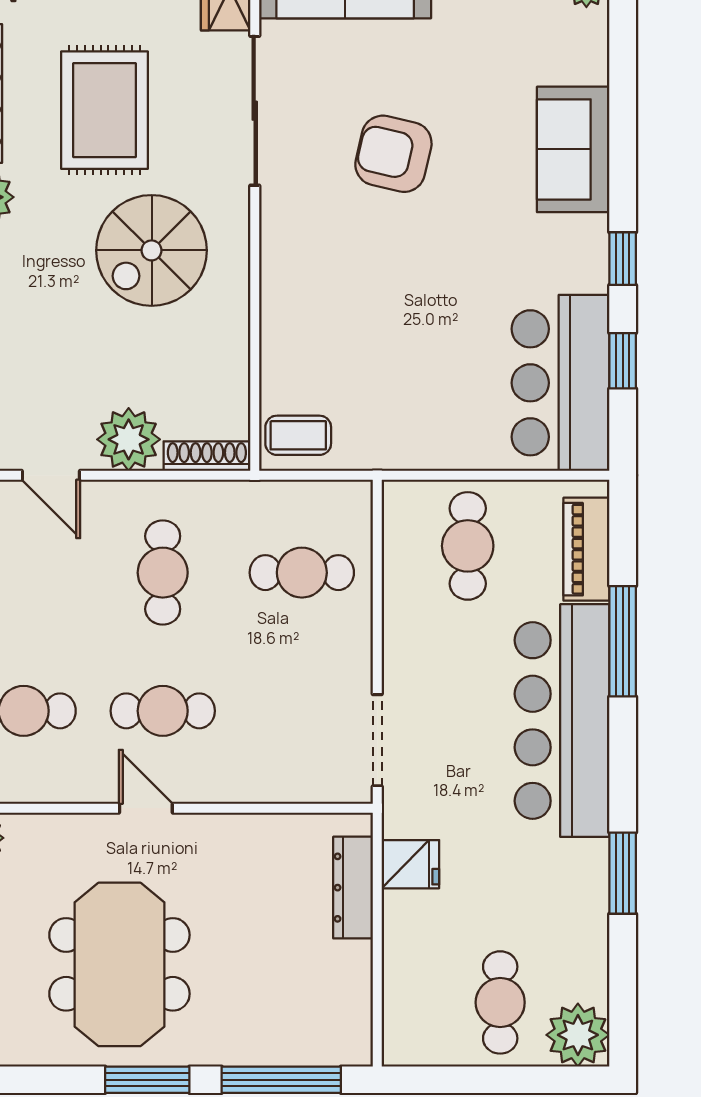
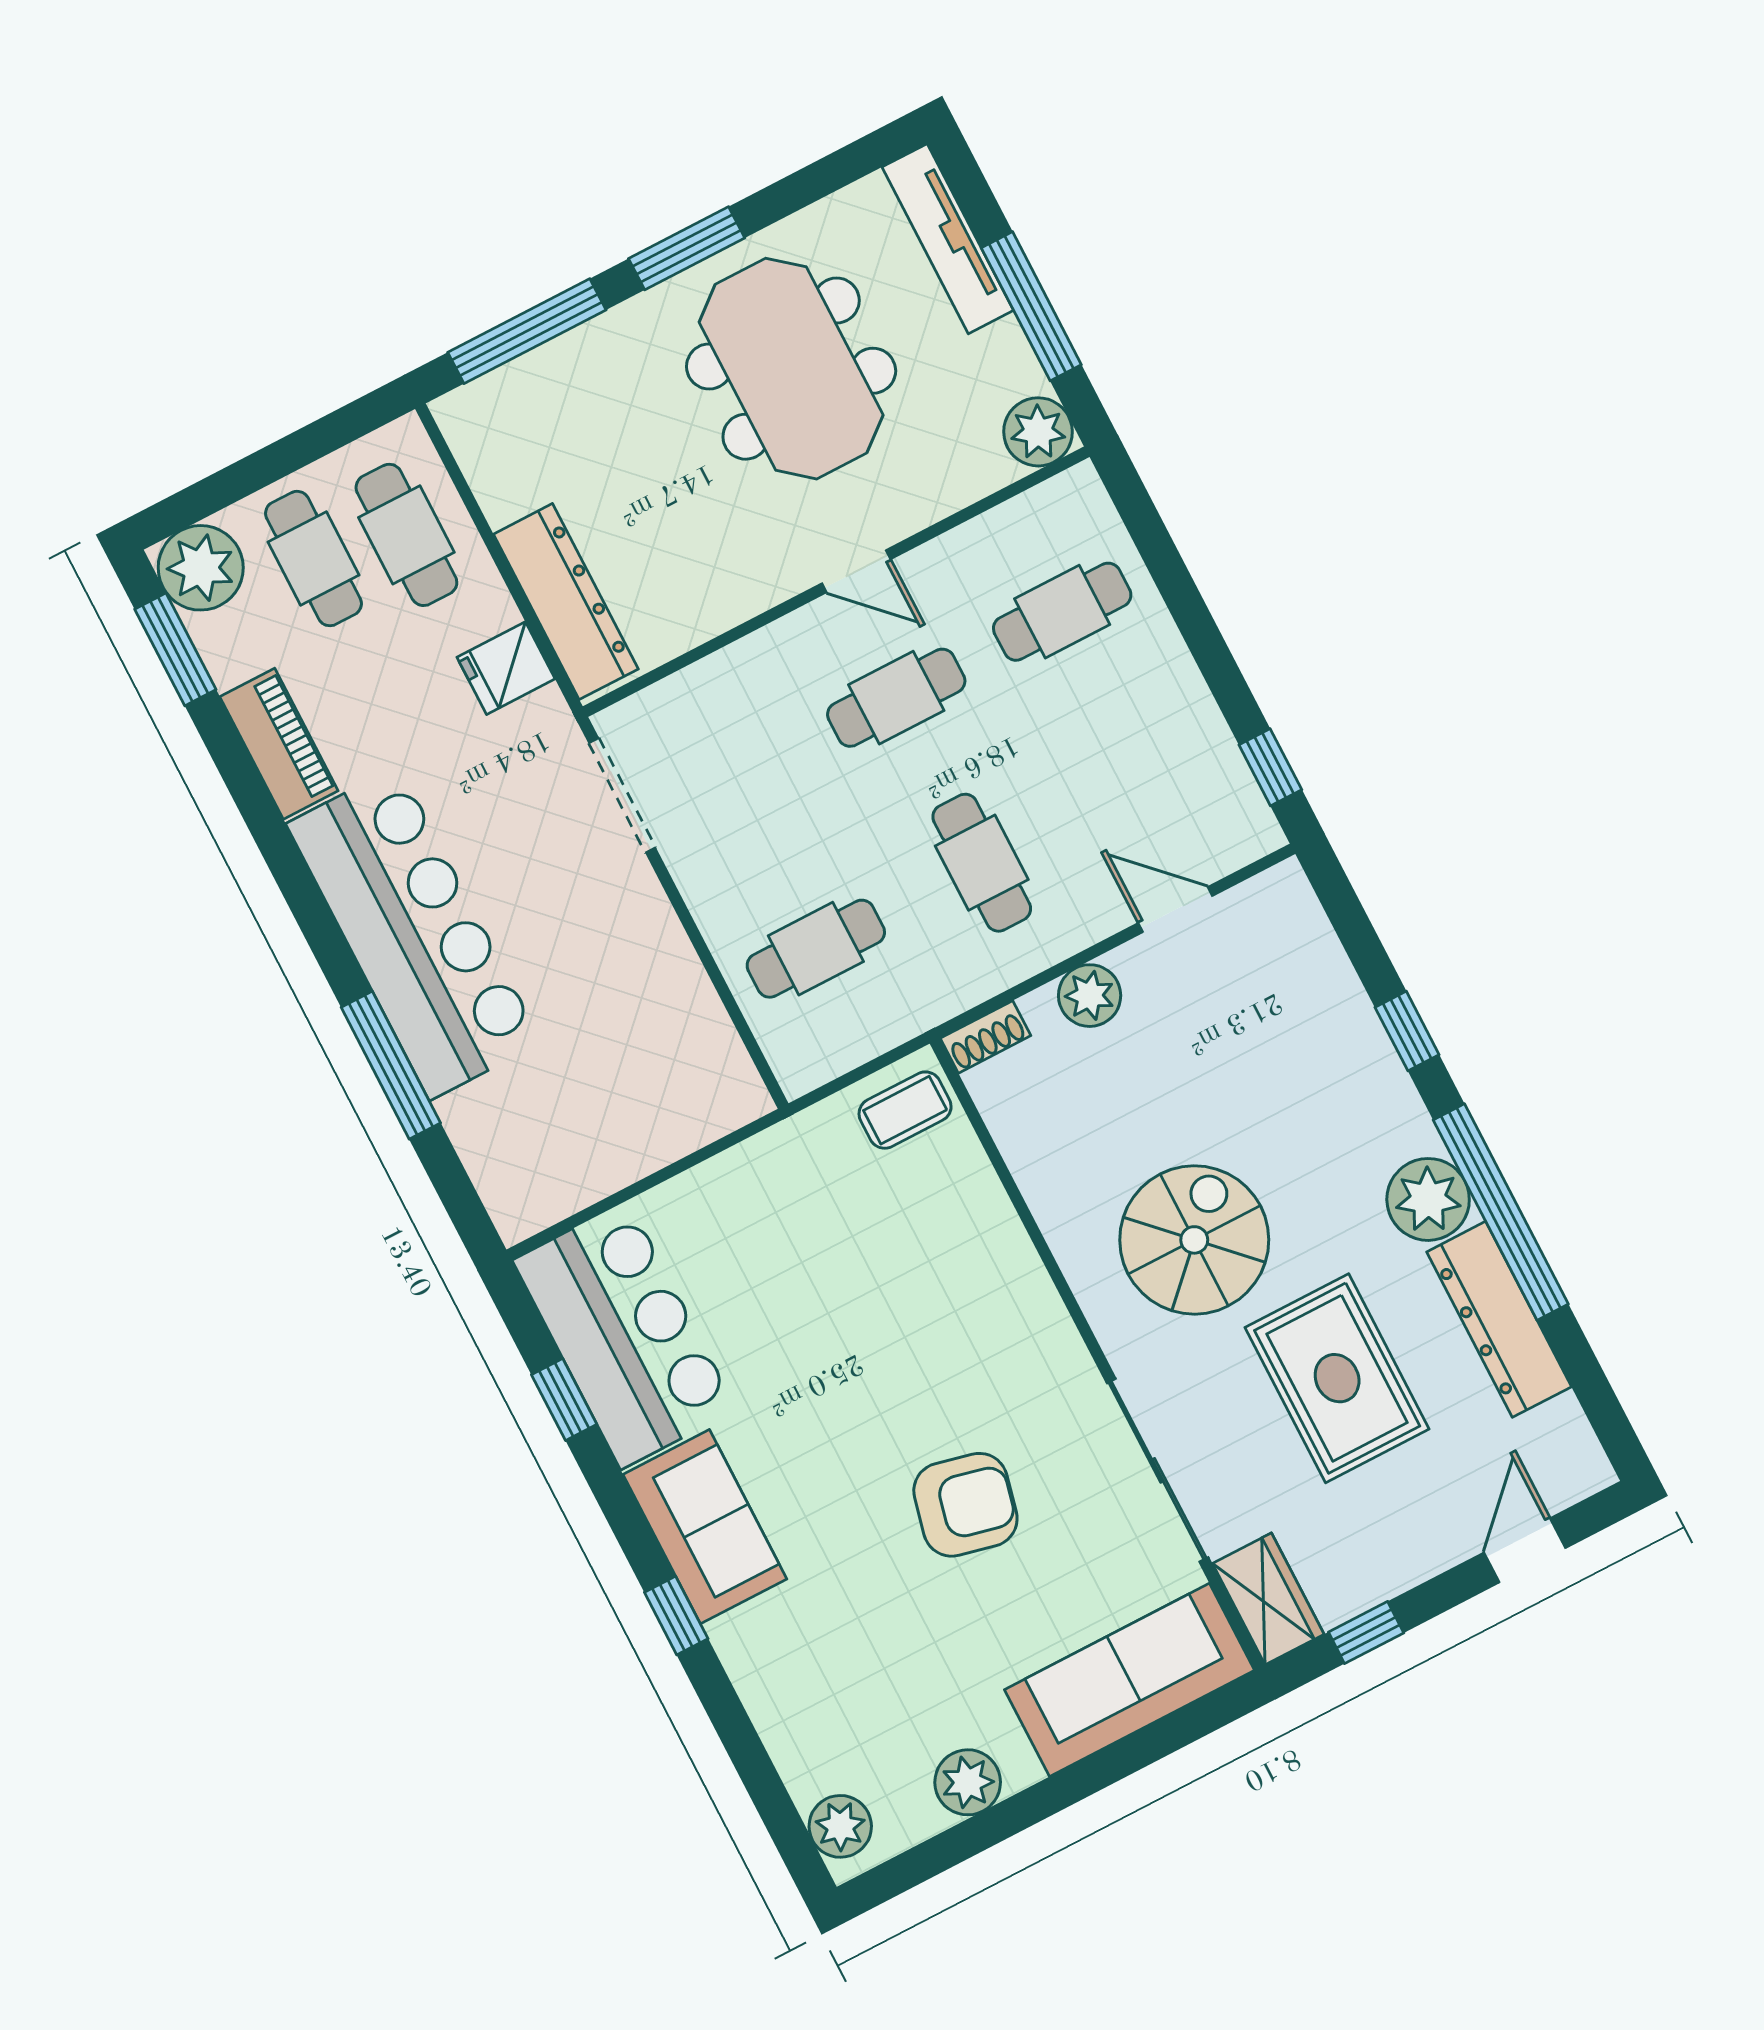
sofa: (573, 149) -> (705, 1527), moved
window: (623, 259) -> (676, 1616), moved
plant: (129, 439) -> (1090, 996), width x0.73, depth x0.73
shoe rack: (207, 456) -> (985, 1037), width x0.70
cafe table: (468, 546) -> (406, 535), moved
piano: (586, 549) -> (279, 744), moved
window: (623, 873) -> (175, 649), moved
dresser: (353, 888) -> (566, 602), width x1.37, depth x1.24

